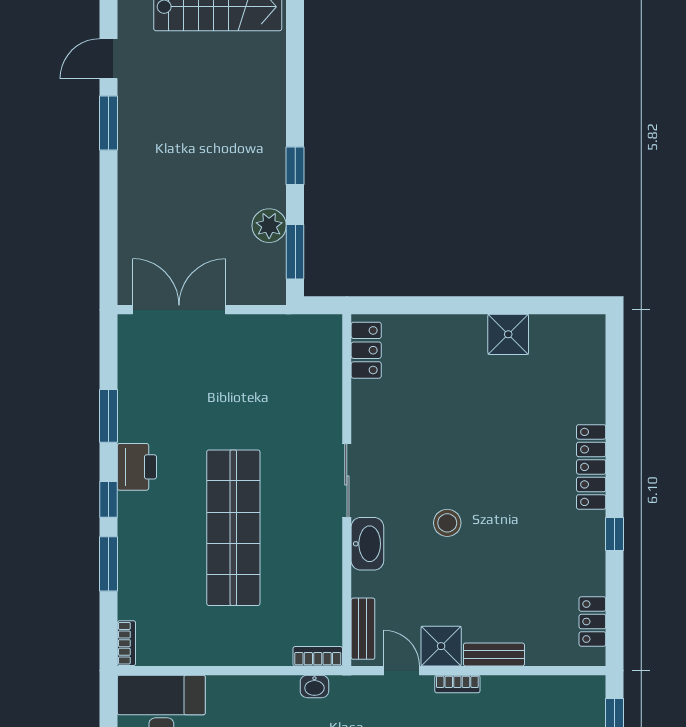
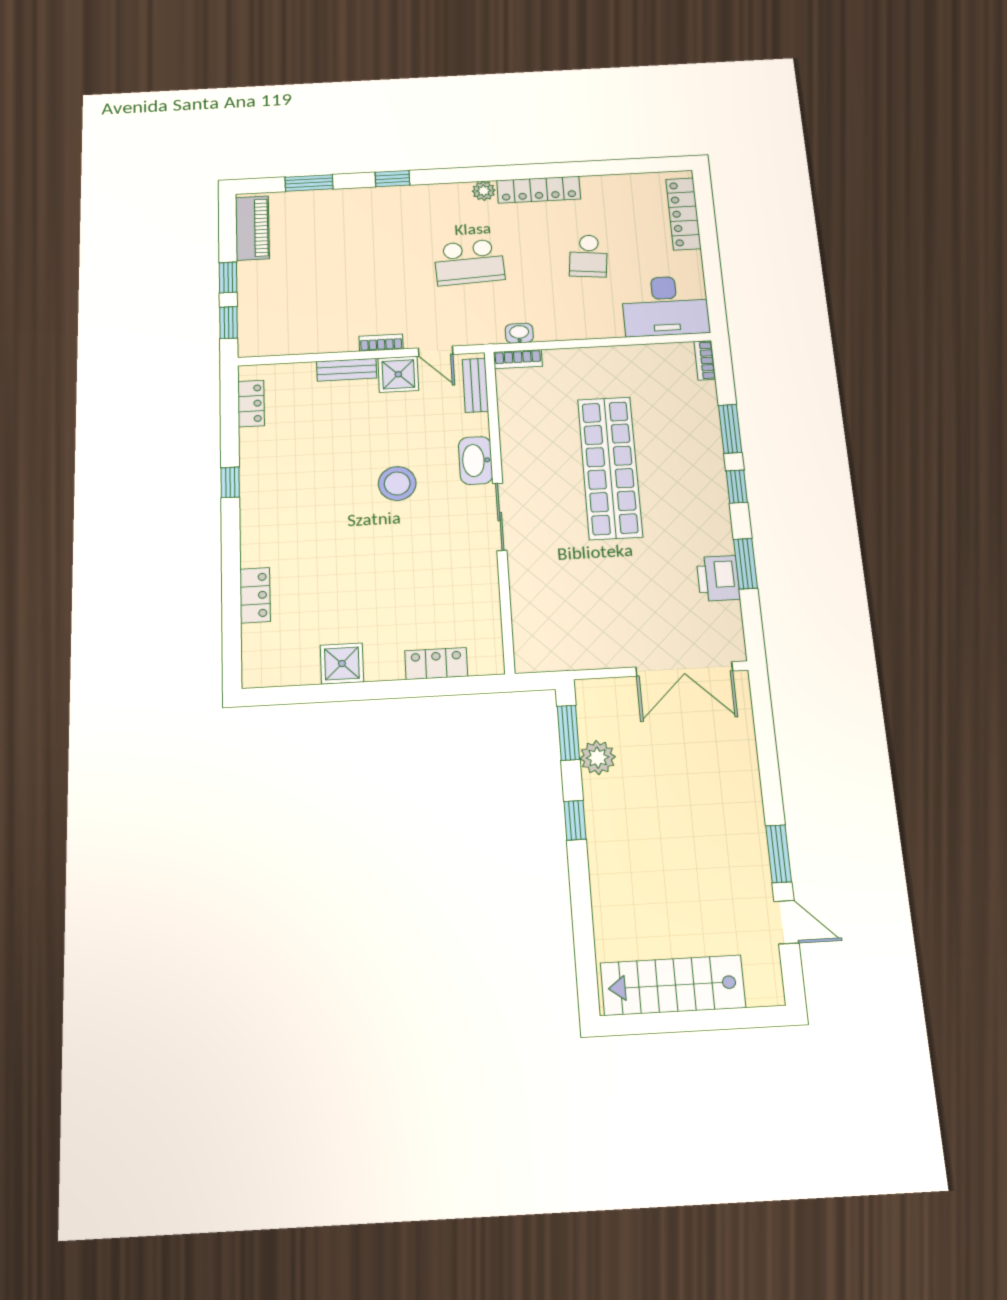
door: (109, 59) -> (786, 922), hinge flipped
locker: (366, 350) -> (436, 664), moved, turned 90
printer: (137, 467) -> (718, 578), moved
locker: (591, 467) -> (255, 595), moved, width x0.66
stool: (447, 523) -> (397, 483), width x1.38, depth x1.38

